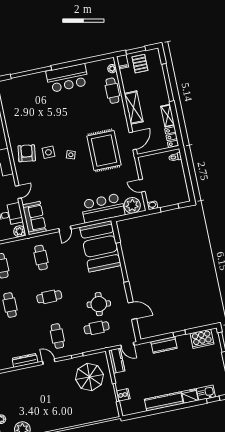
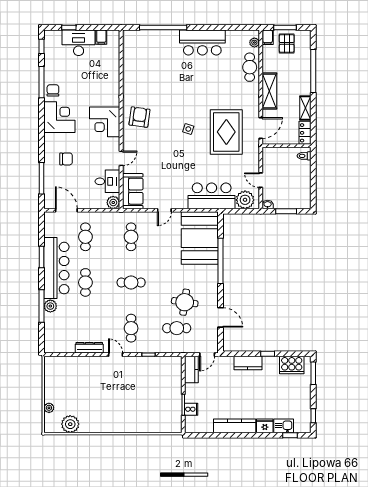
side table: (48, 152) -> (164, 121), removed
door: (127, 345) -> (207, 355), hinge flipped
parasol: (89, 377) -> (157, 381), removed

